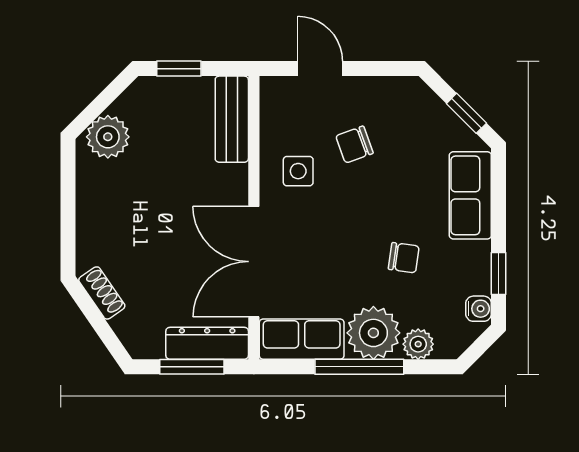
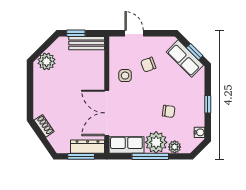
bench: (232, 119) -> (87, 43), moved, turned 90
row of seats: (470, 195) -> (185, 59), moved, turned -45
window: (499, 274) -> (208, 104), moved

